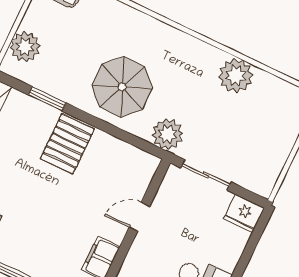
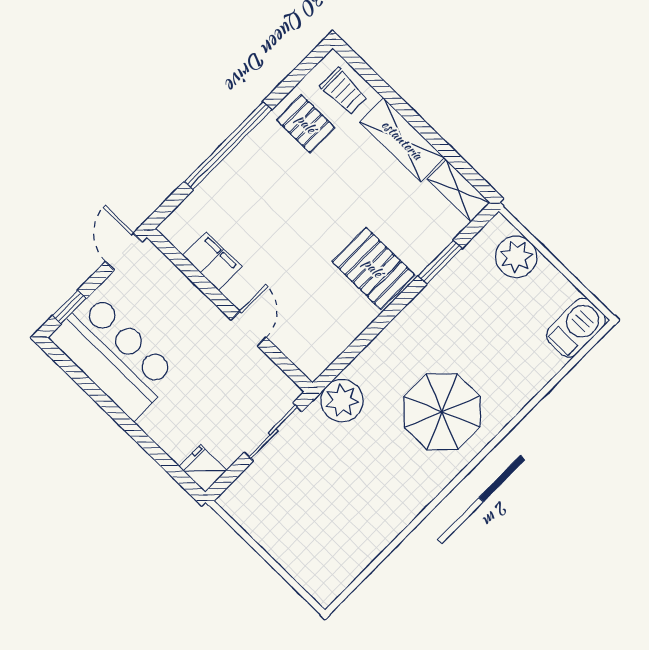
plant: (236, 76) -> (387, 514), removed
parasol: (122, 87) -> (442, 412), moved
fridge: (244, 213) -> (203, 468), width x0.72

